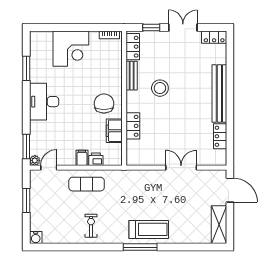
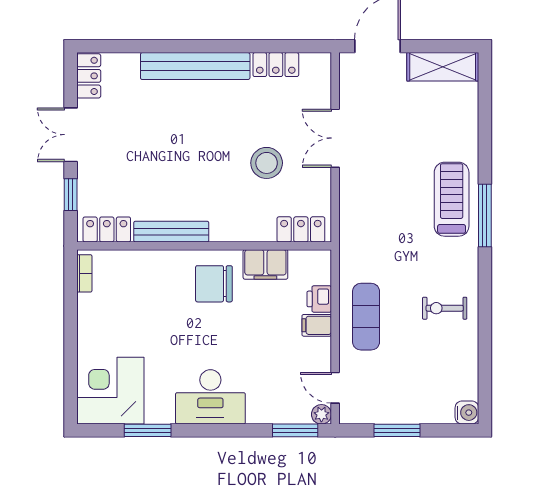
corner desk: (71, 49) -> (110, 391), moved, turned -90
bench: (132, 76) -> (171, 232), width x1.36
stool: (160, 88) -> (267, 163), moved
locker: (133, 126) -> (301, 229), moved

